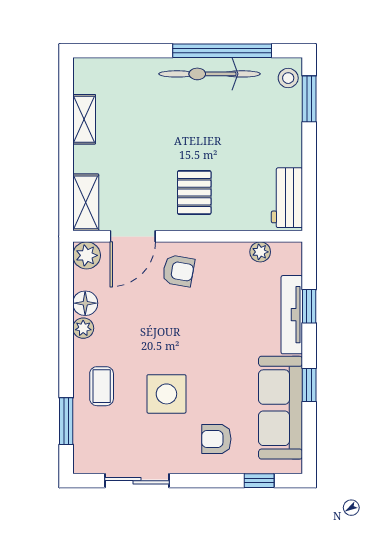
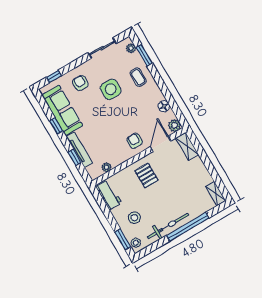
window: (222, 51) -> (188, 227), moved
shelving: (84, 119) -> (216, 194), moved
stool: (264, 127) -> (134, 218), added
armchair: (178, 271) -> (135, 141), turned 80
plant: (83, 328) -> (131, 48), moved
armchair: (216, 439) -> (80, 83), turned -90

